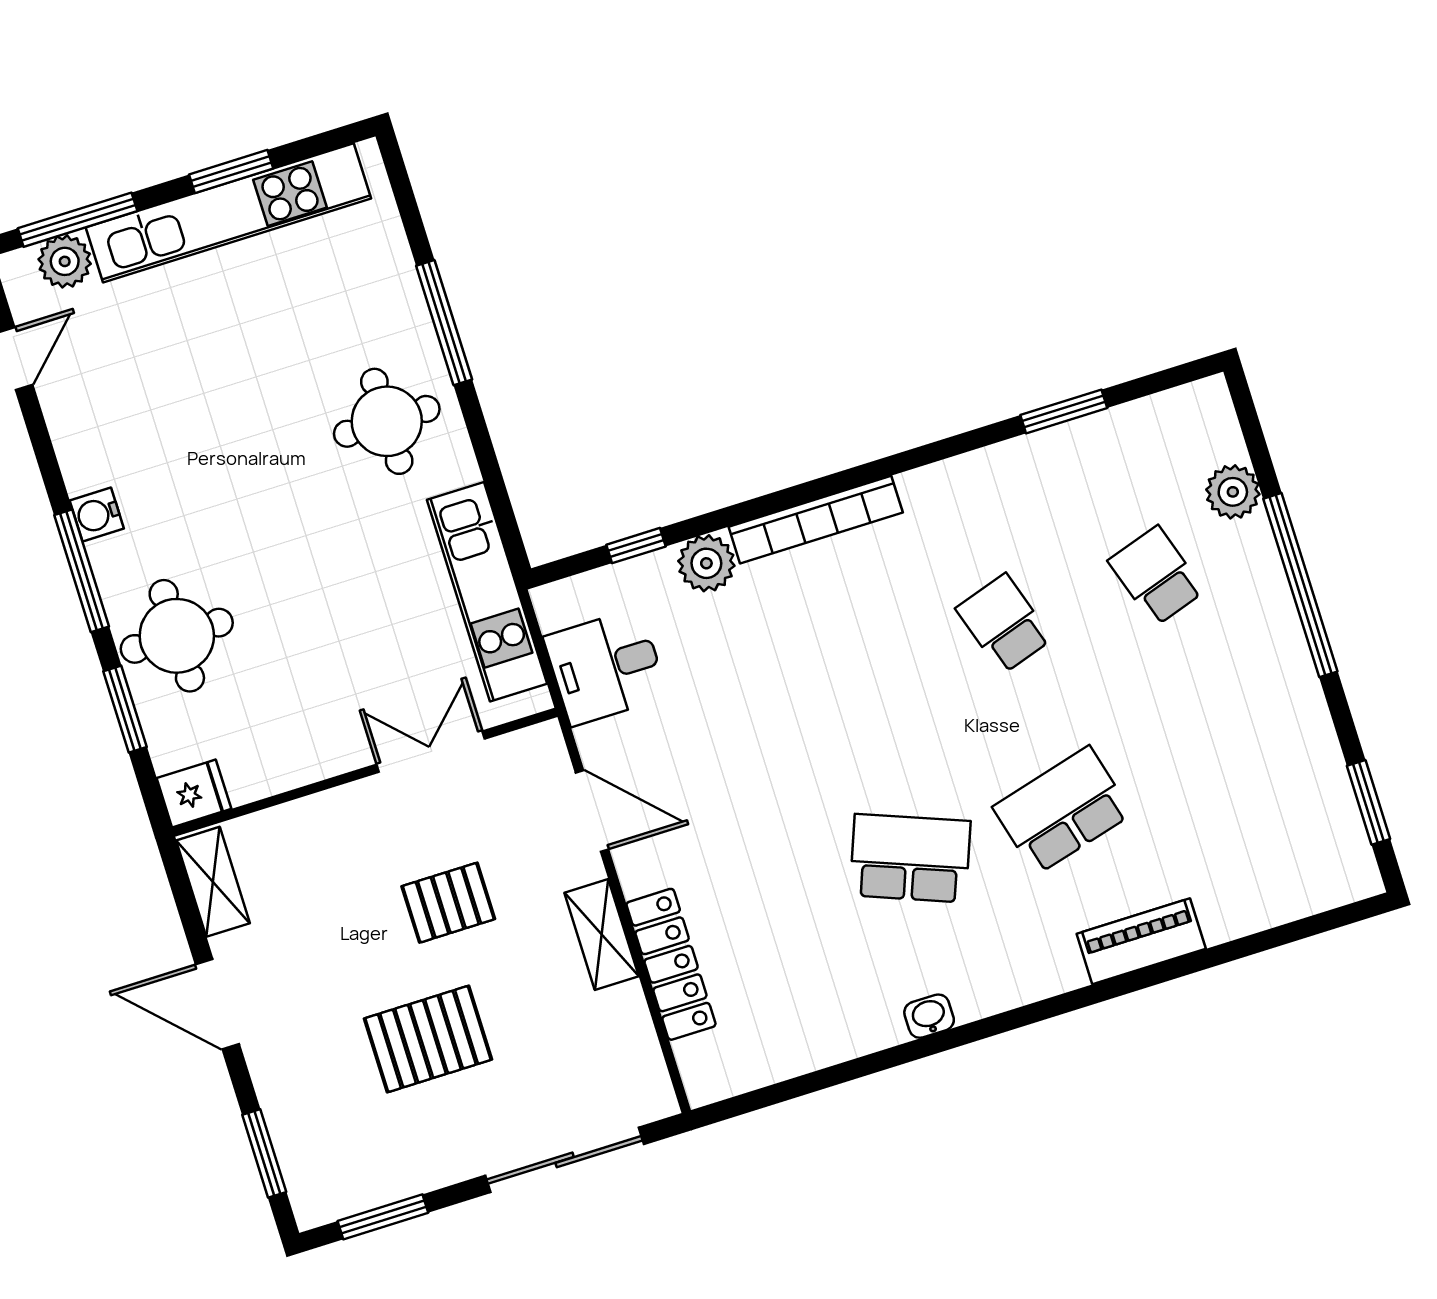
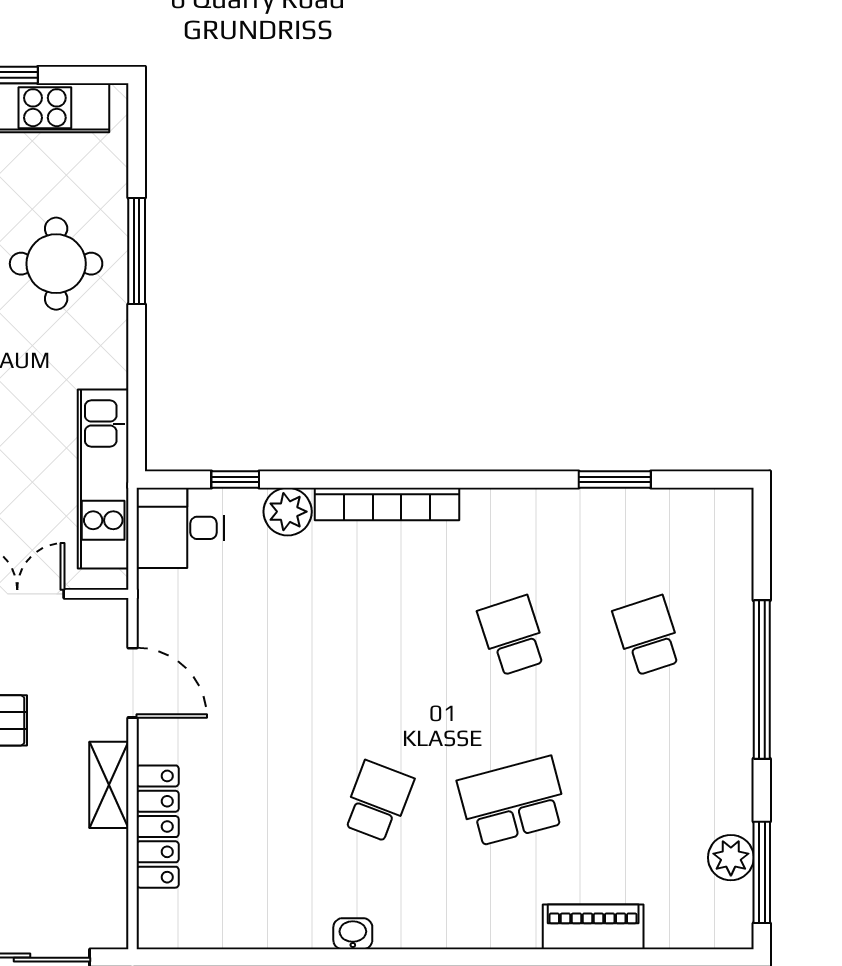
round table: (387, 421) -> (56, 264), moved
plant: (1233, 492) -> (731, 858), moved
desk: (606, 667) -> (180, 528), moved
window: (1369, 802) -> (762, 872), width x1.44
school desk: (910, 858) -> (378, 801), width x0.54
piano: (1141, 941) -> (593, 927), moved

